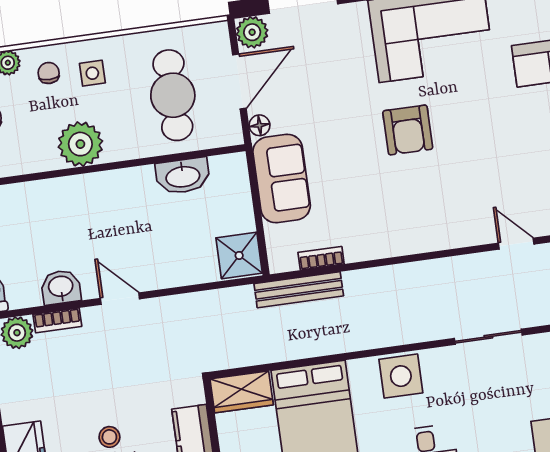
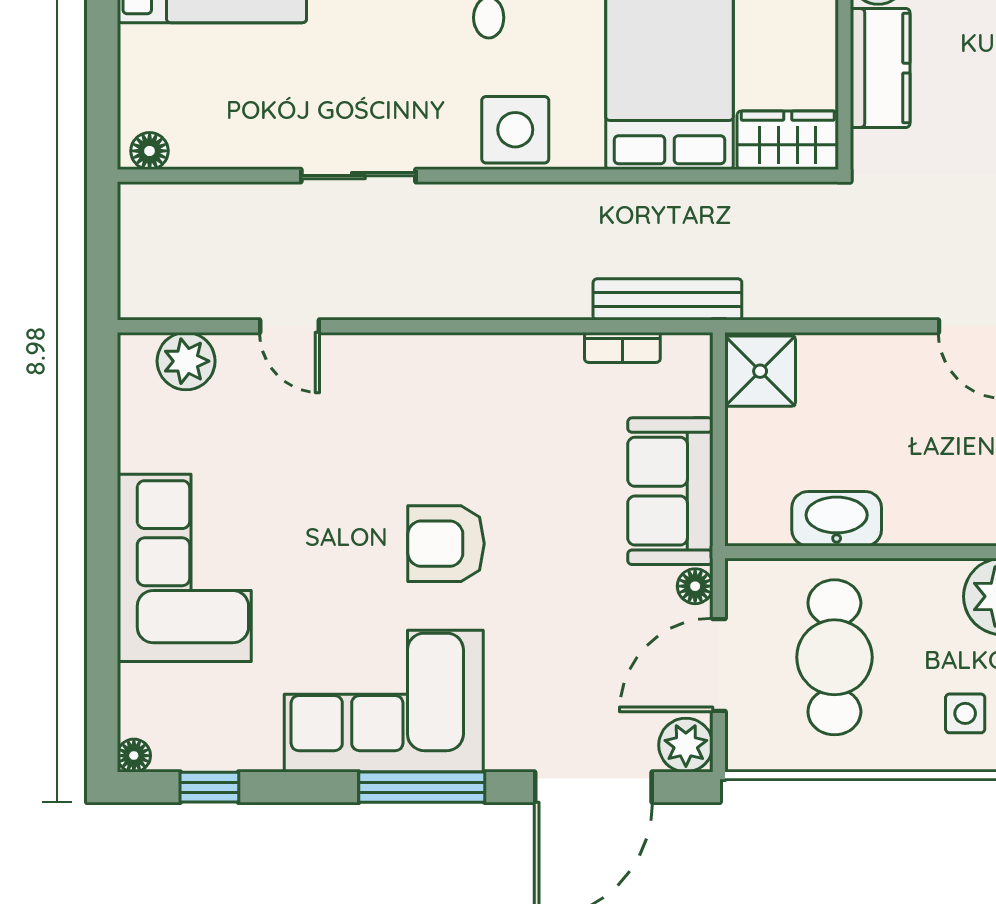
armchair: (408, 130) -> (446, 544), turned -90

